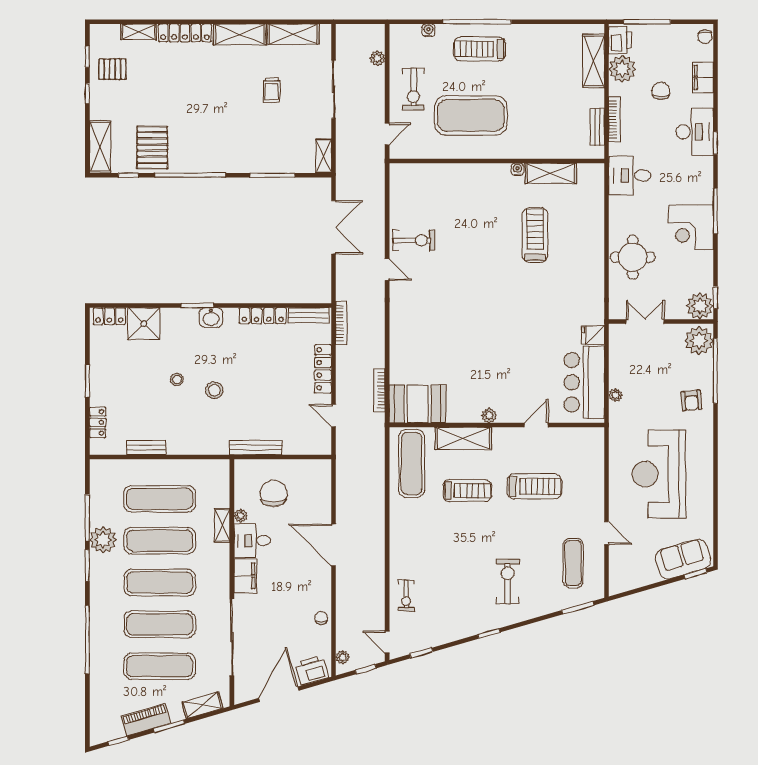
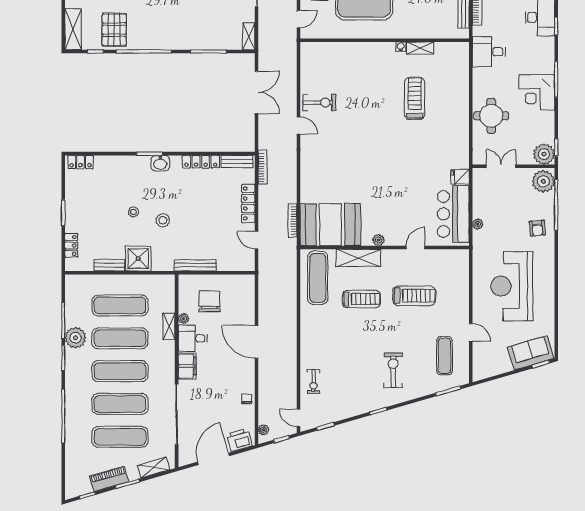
shelving: (551, 173) -> (420, 48), width x0.67, depth x0.75
shower: (144, 324) -> (138, 258), moved
booth: (418, 404) -> (330, 225), width x1.36, depth x1.42

